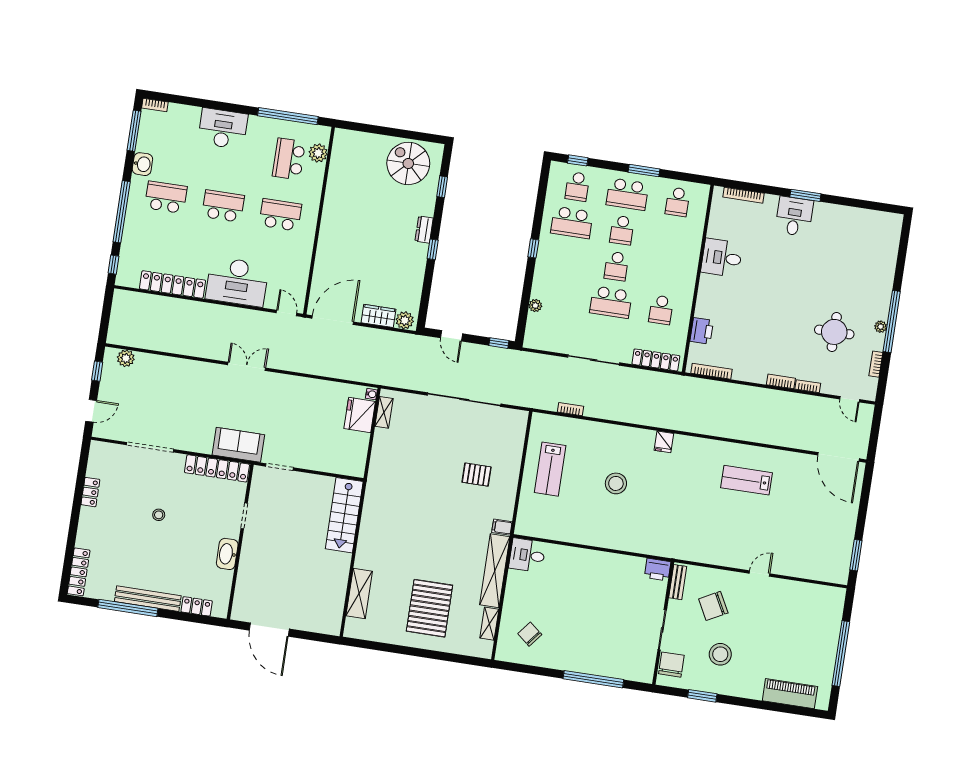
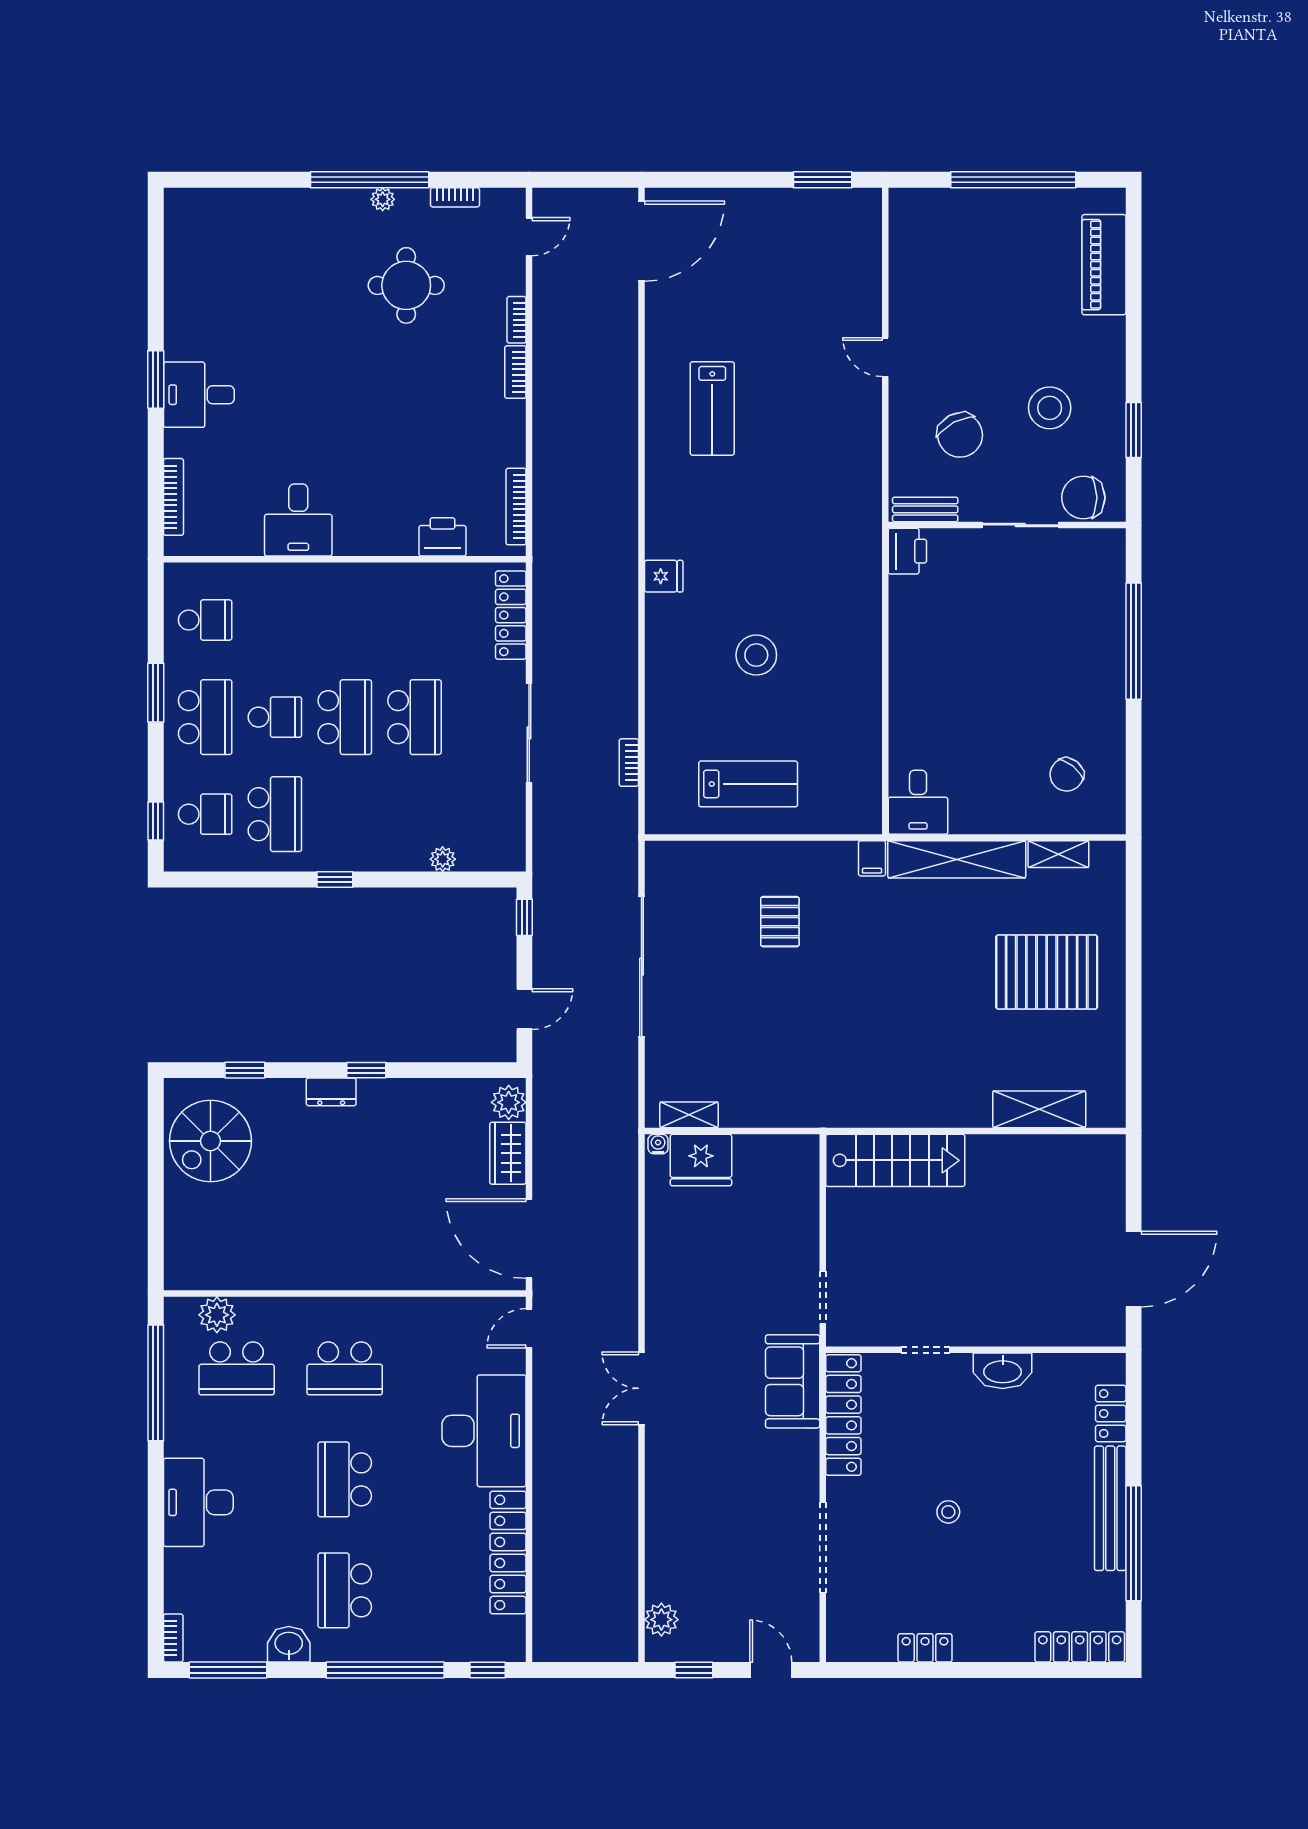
school desk: (280, 215) -> (345, 1368), turned -90
school desk: (616, 266) -> (345, 717), width x1.85
school desk: (661, 310) -> (415, 620), removed

